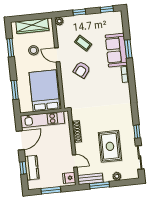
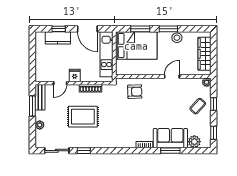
plant: (117, 27) -> (194, 142), added
coffee table: (83, 43) -> (198, 106), moved
window: (10, 48) -> (168, 29), moved
stool: (34, 50) -> (177, 38), moved
armchair: (82, 70) -> (135, 92), moved, turned 140
bed: (45, 91) -> (136, 46), moved
rug: (110, 146) -> (83, 117), moved
fridge: (69, 178) -> (75, 75), moved
window: (51, 190) -> (32, 55), removed

